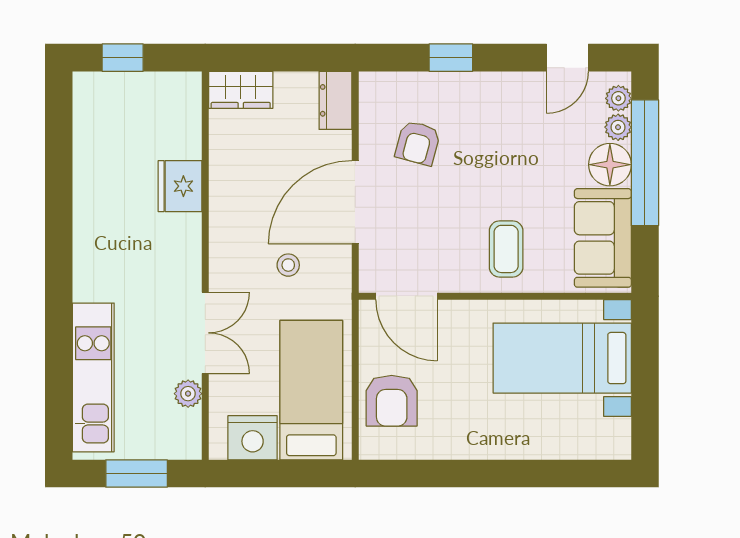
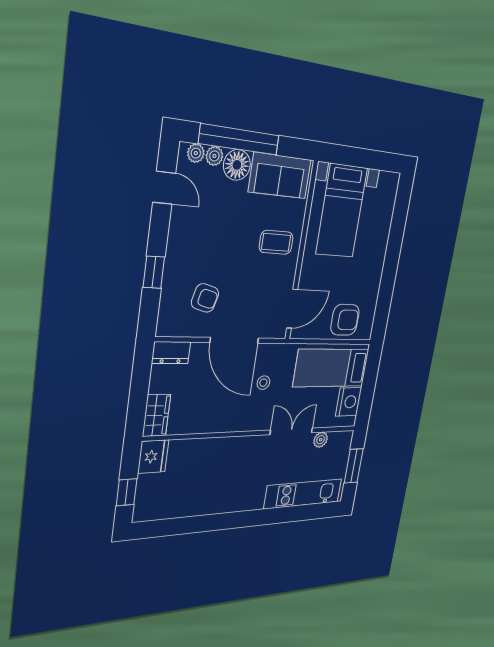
fridge: (180, 186) -> (153, 457), moved, turned -90

